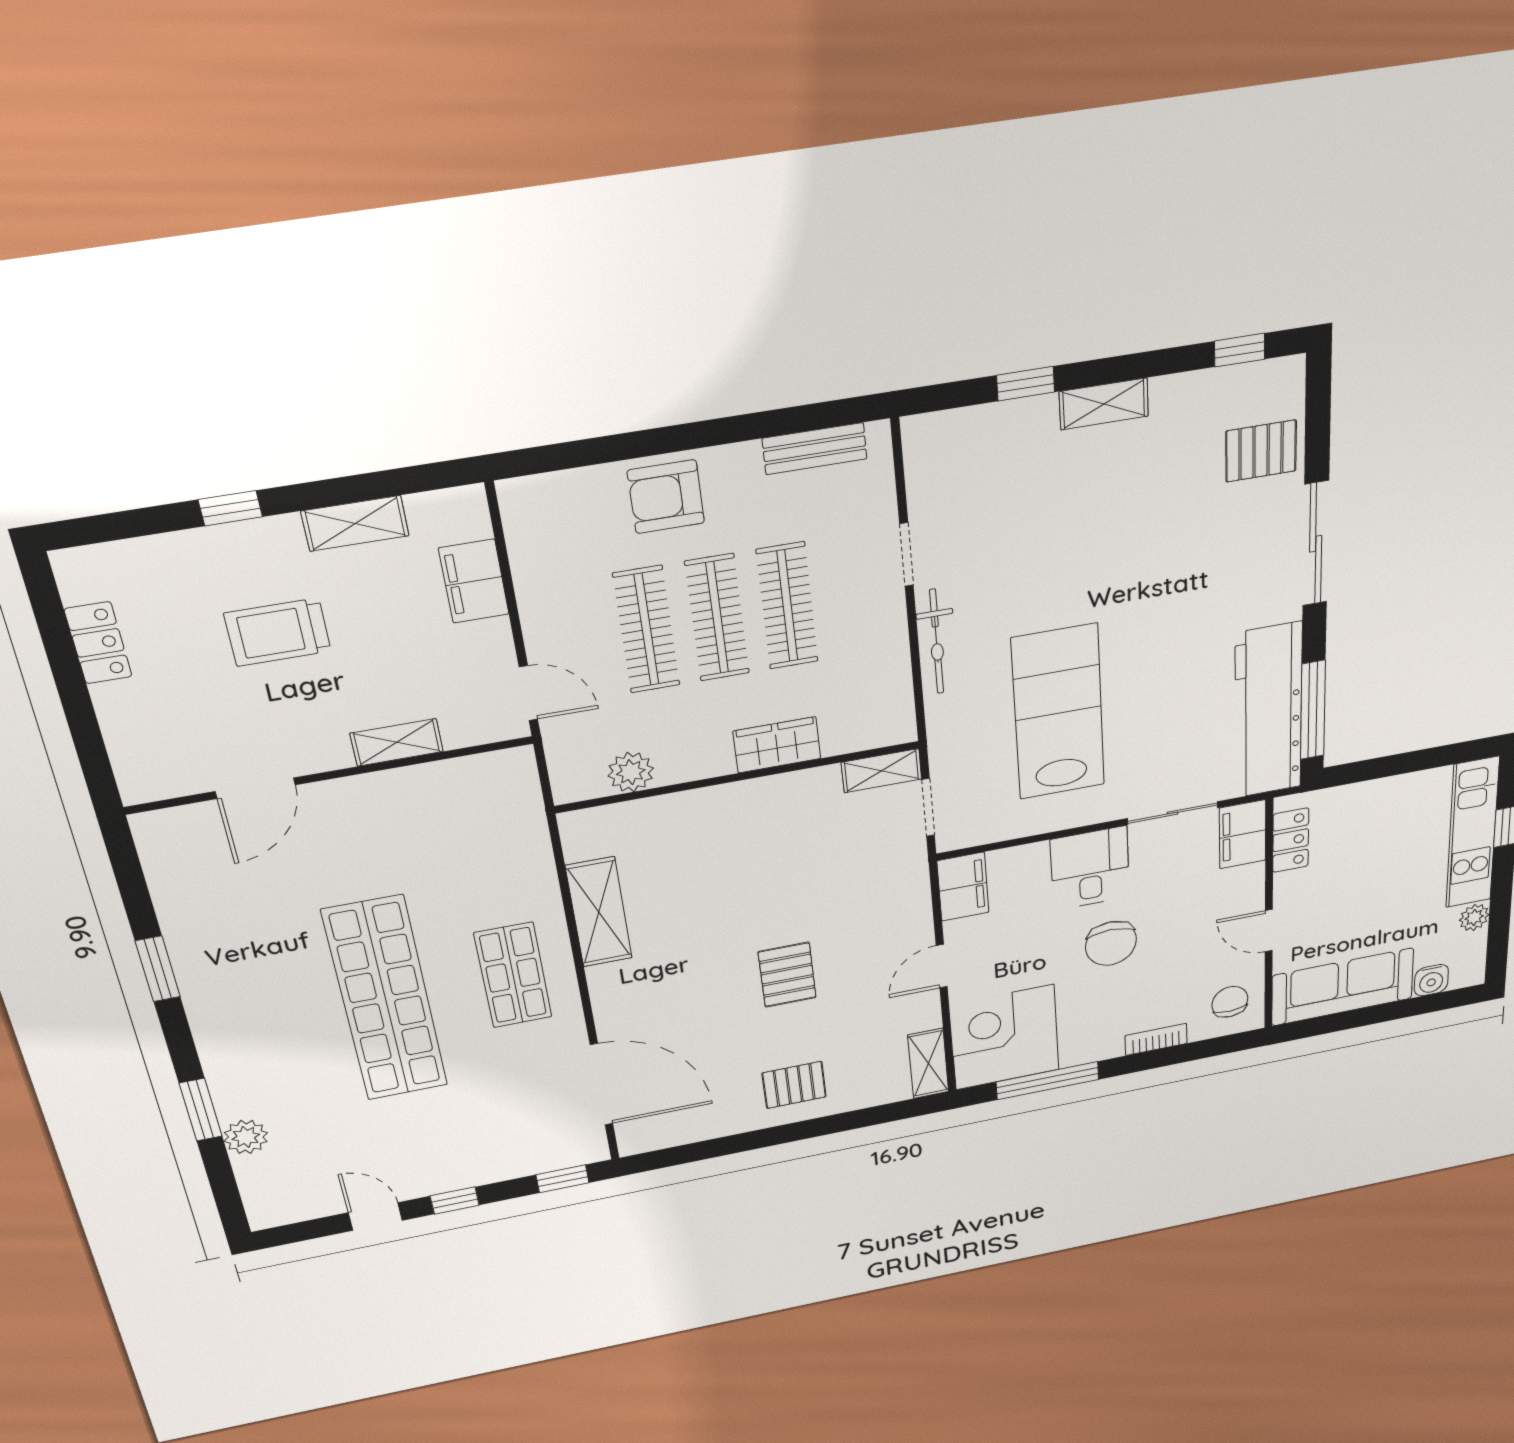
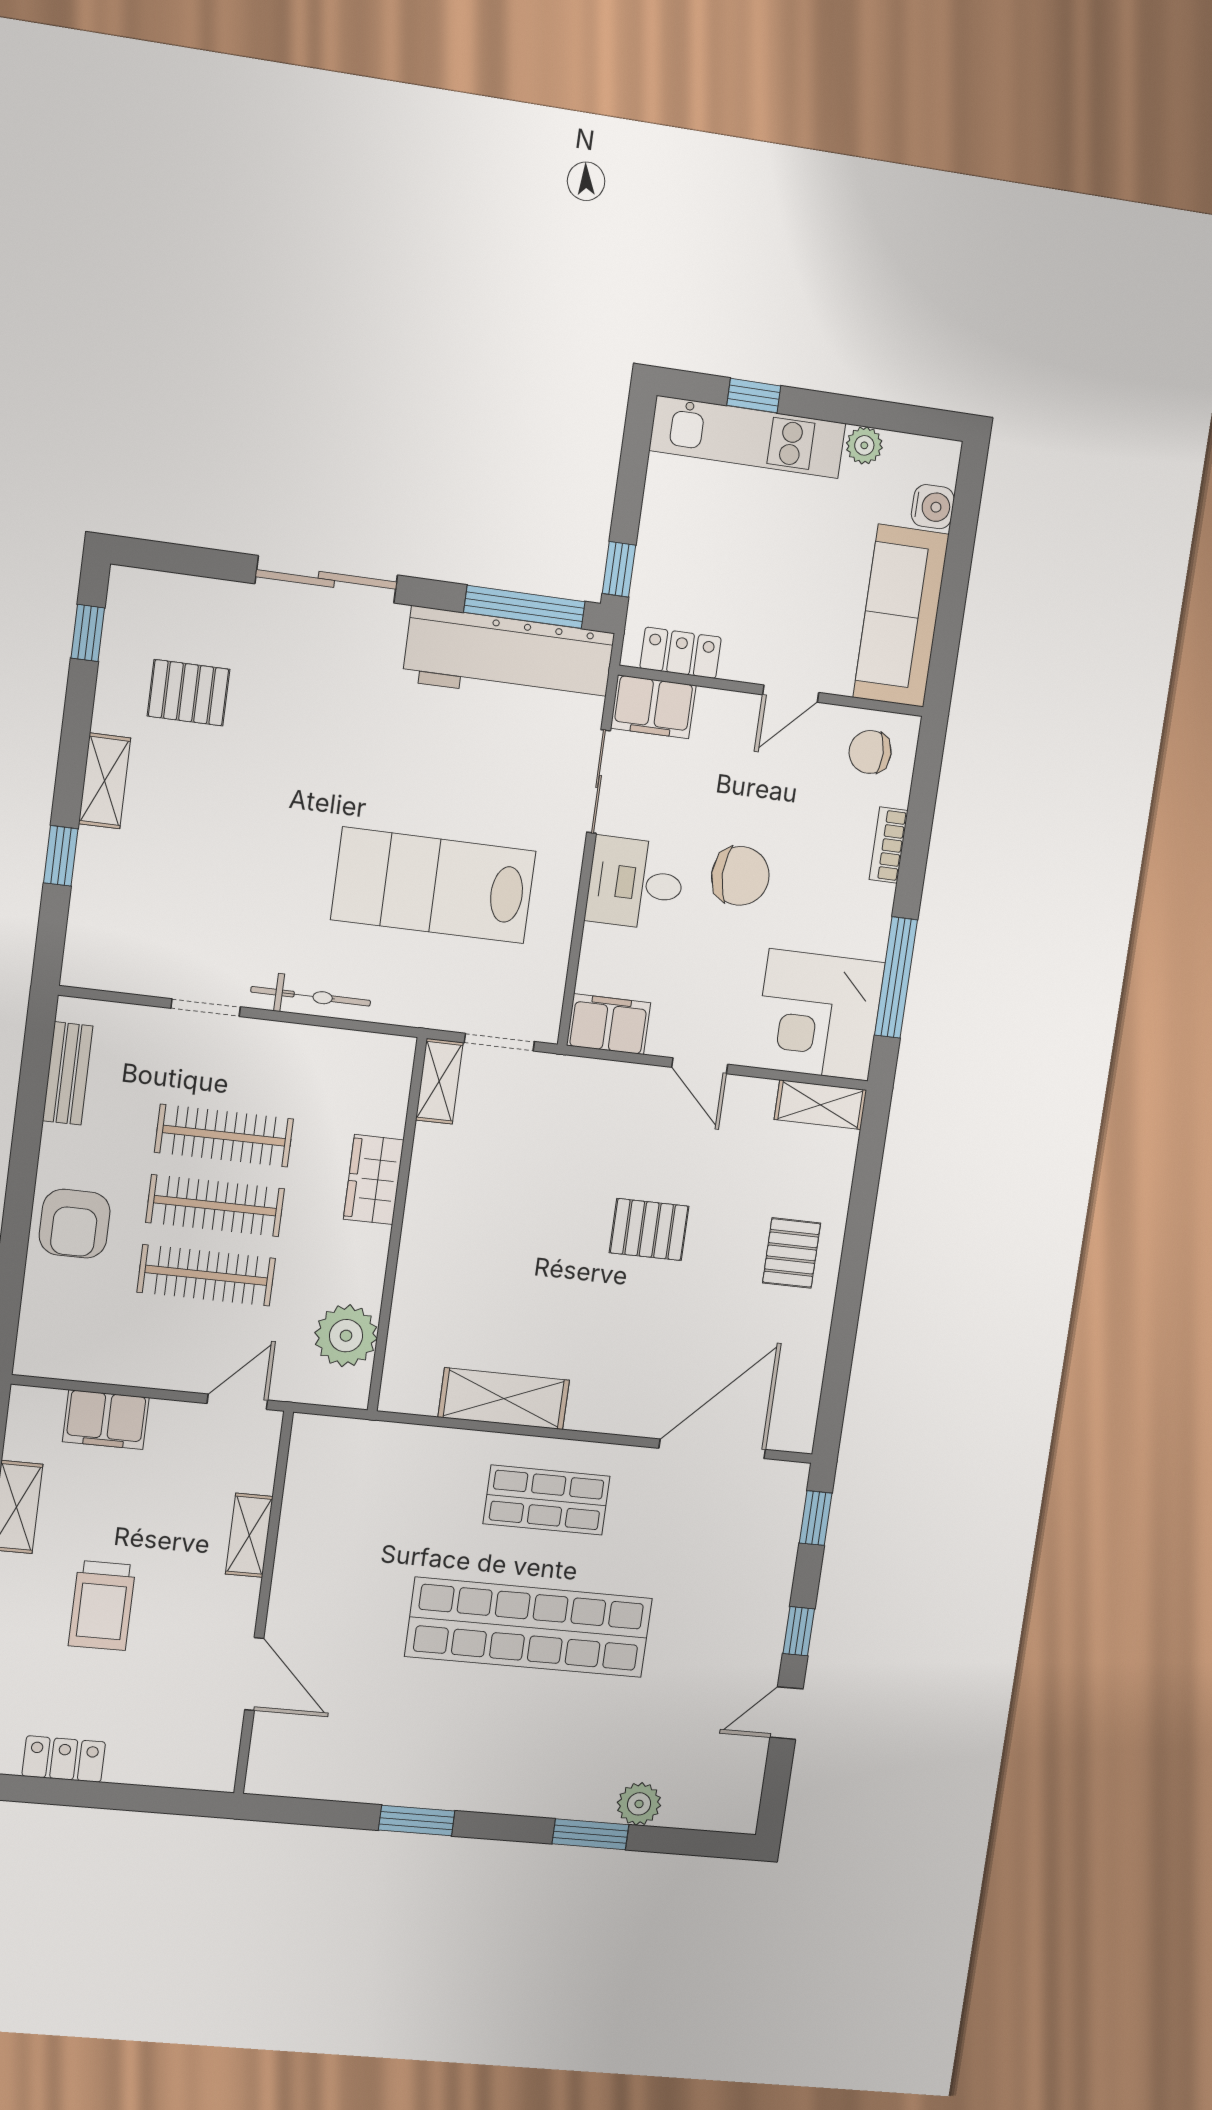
pallet: (1261, 451) -> (189, 693), moved, turned 90
plant: (631, 772) -> (346, 1336), width x1.36, depth x1.36
window: (1354, 773) -> (619, 569), added

